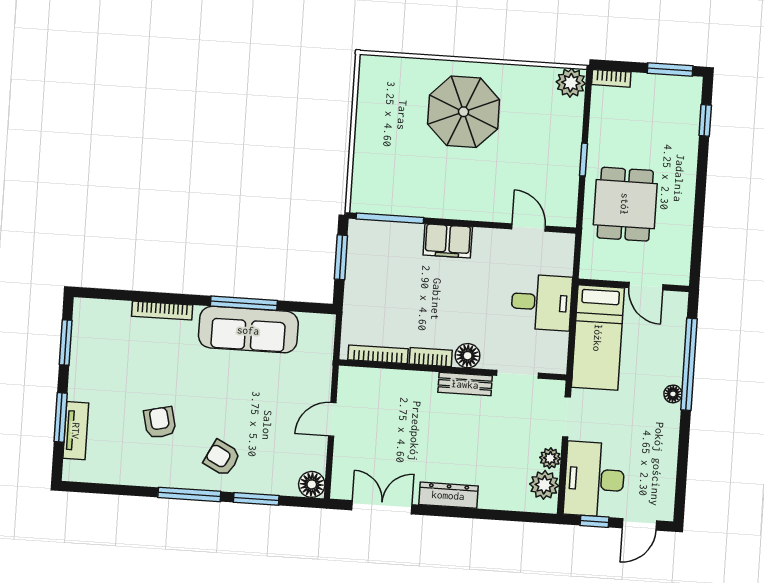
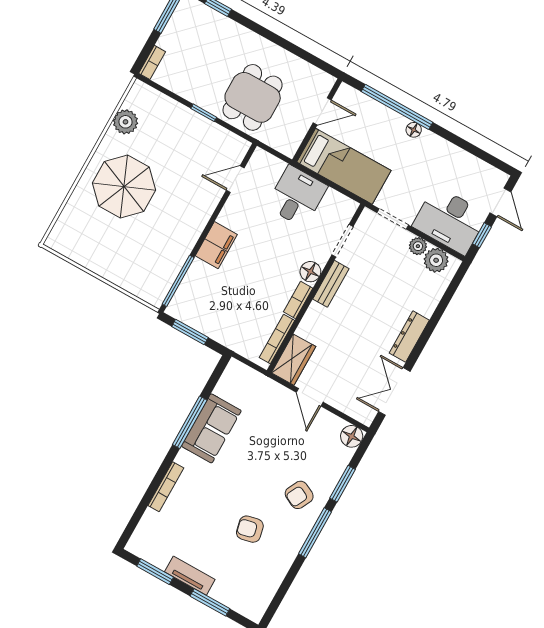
plant: (571, 83) -> (126, 122), moved
dining table: (625, 204) -> (253, 97), turned 90
sofa: (248, 330) -> (211, 428), width x0.73
wardrobe: (364, 383) -> (294, 360), added
tv unit: (76, 431) -> (190, 576), moved

